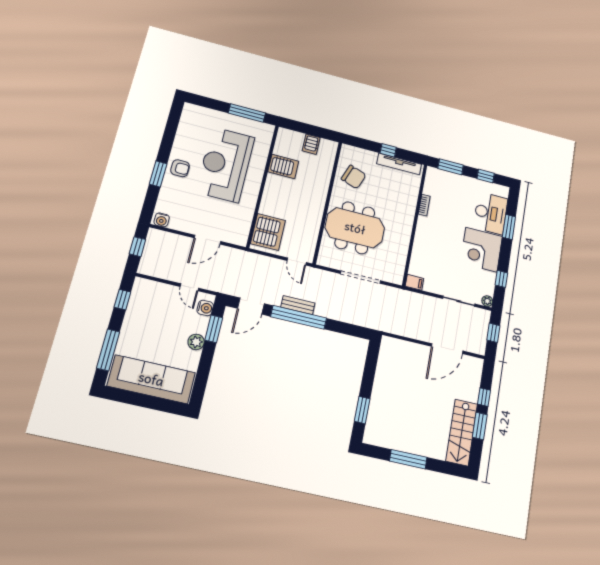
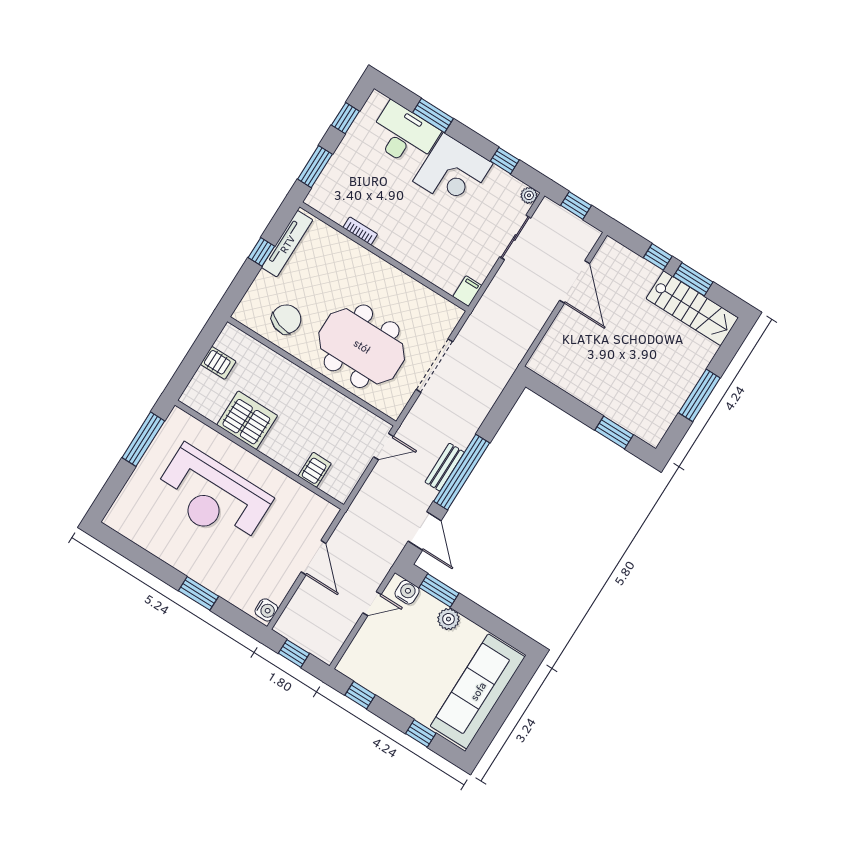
server rack: (283, 166) -> (247, 420), width x1.60
armchair: (180, 168) -> (199, 561), removed
meeting table: (355, 228) -> (362, 346), turned 90
server rack: (268, 232) -> (315, 470), width x0.46, depth x0.70
window: (108, 350) -> (421, 733), width x0.46

